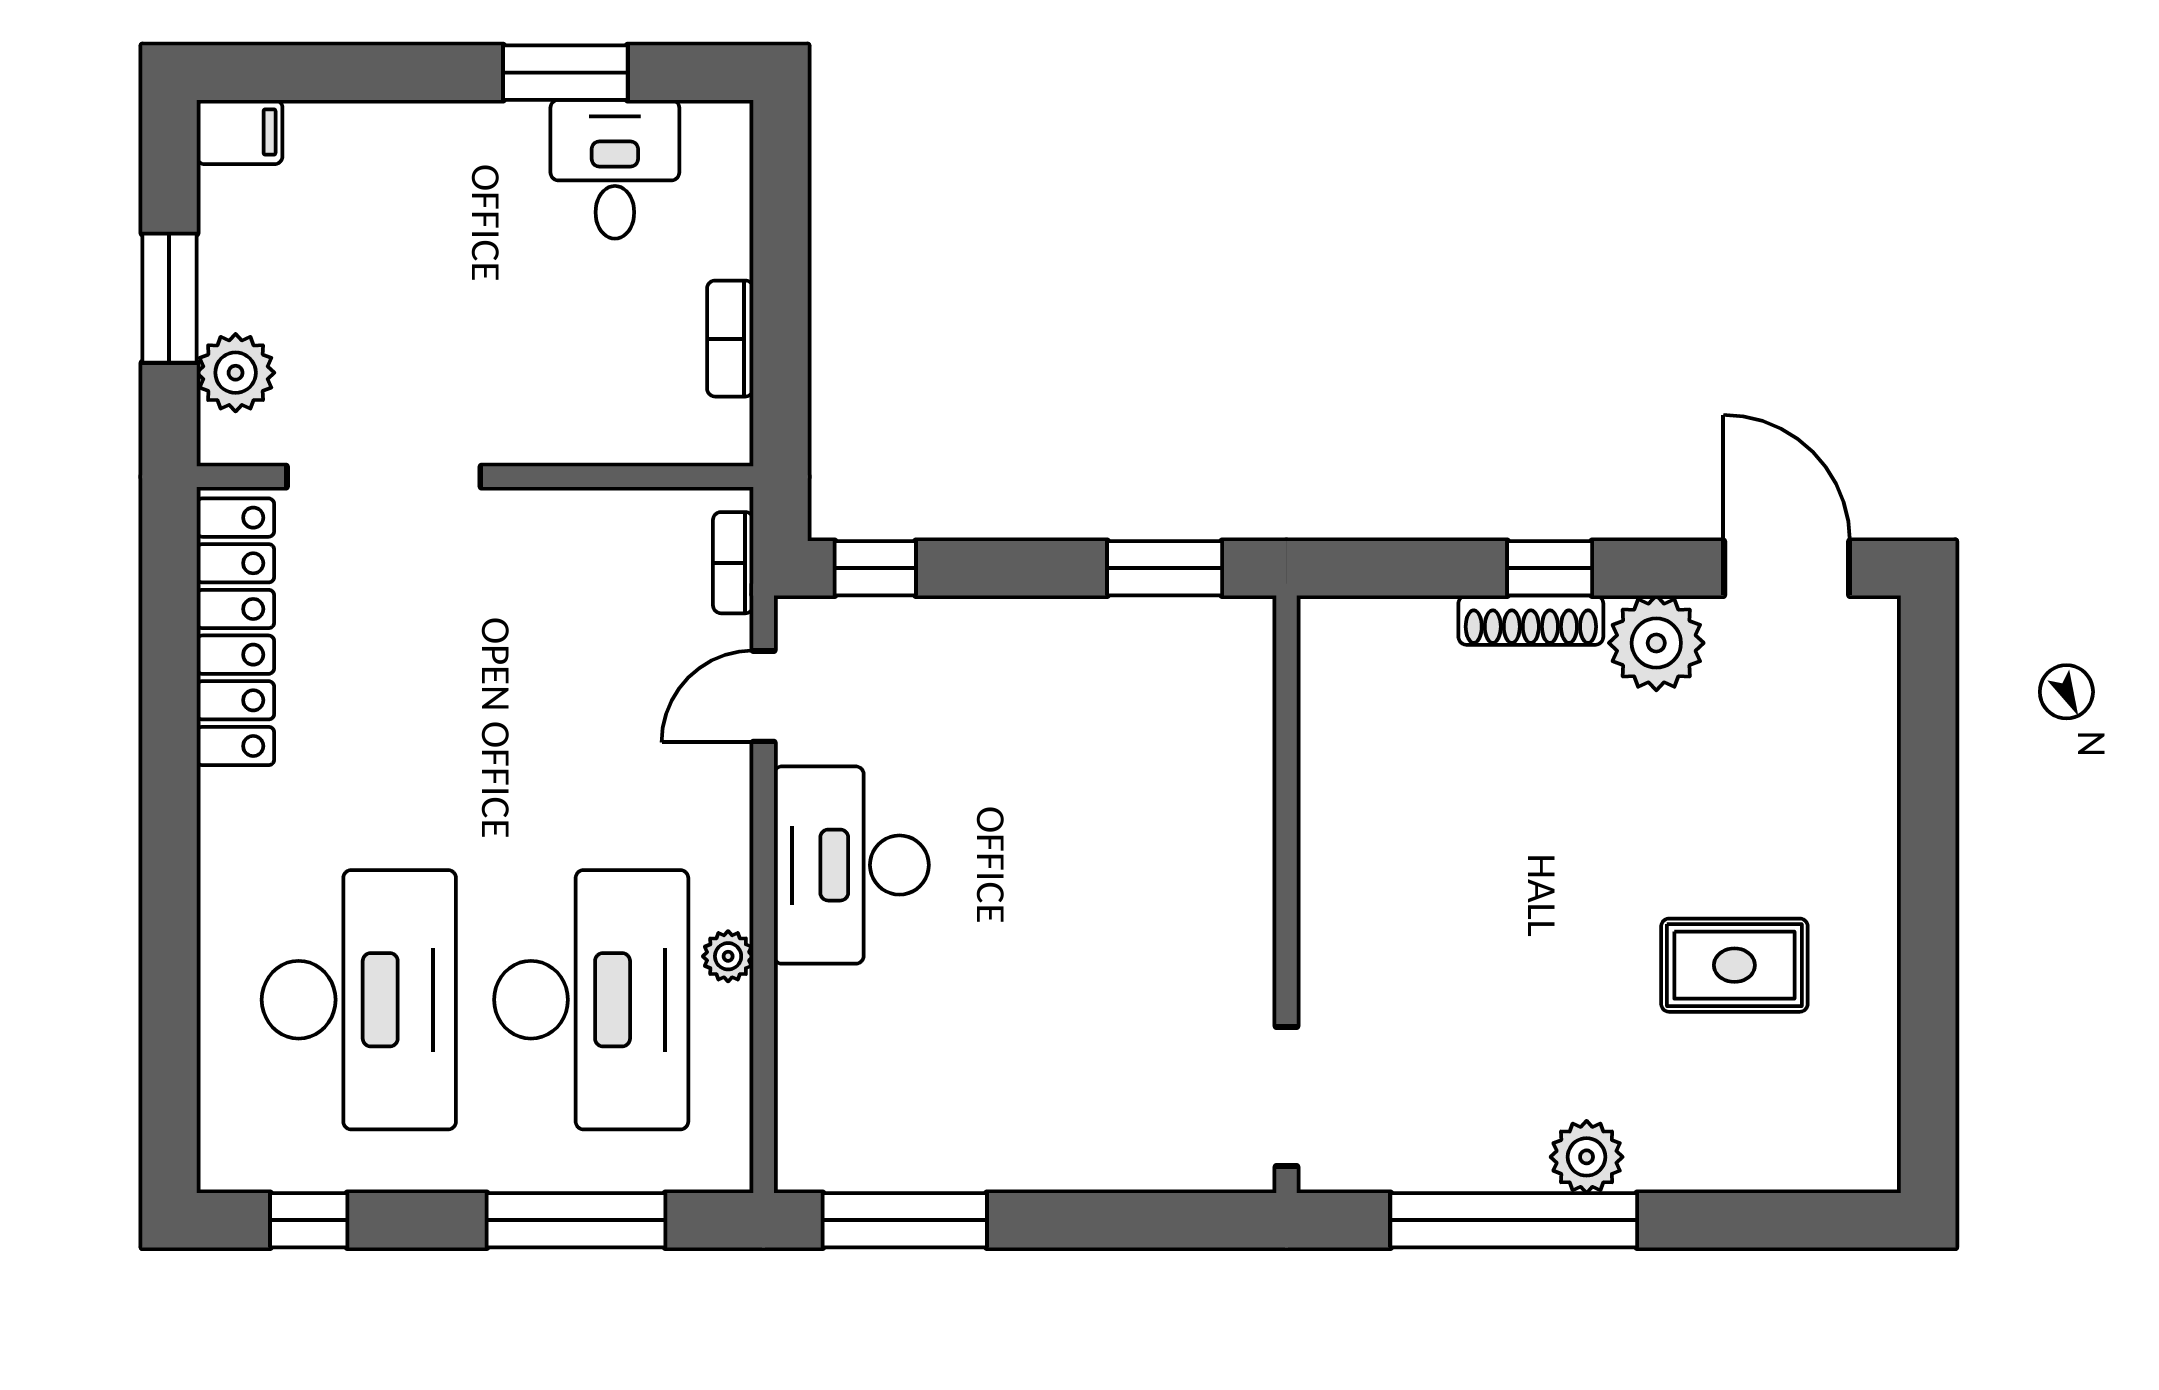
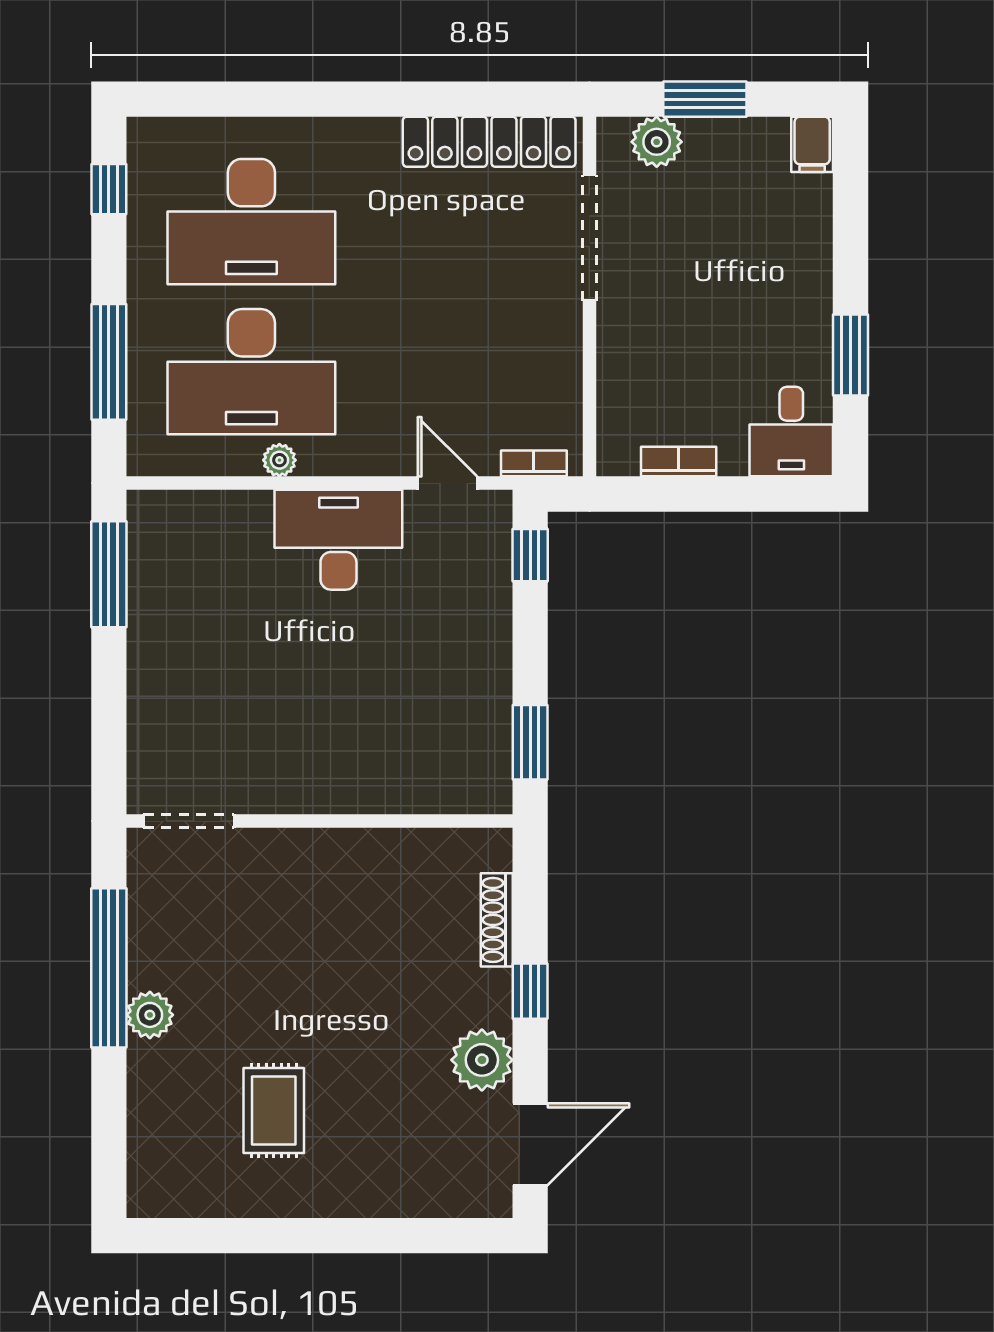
desk: (615, 169) -> (791, 432), moved, turned 90
shoe rack: (1531, 620) -> (497, 920), moved

